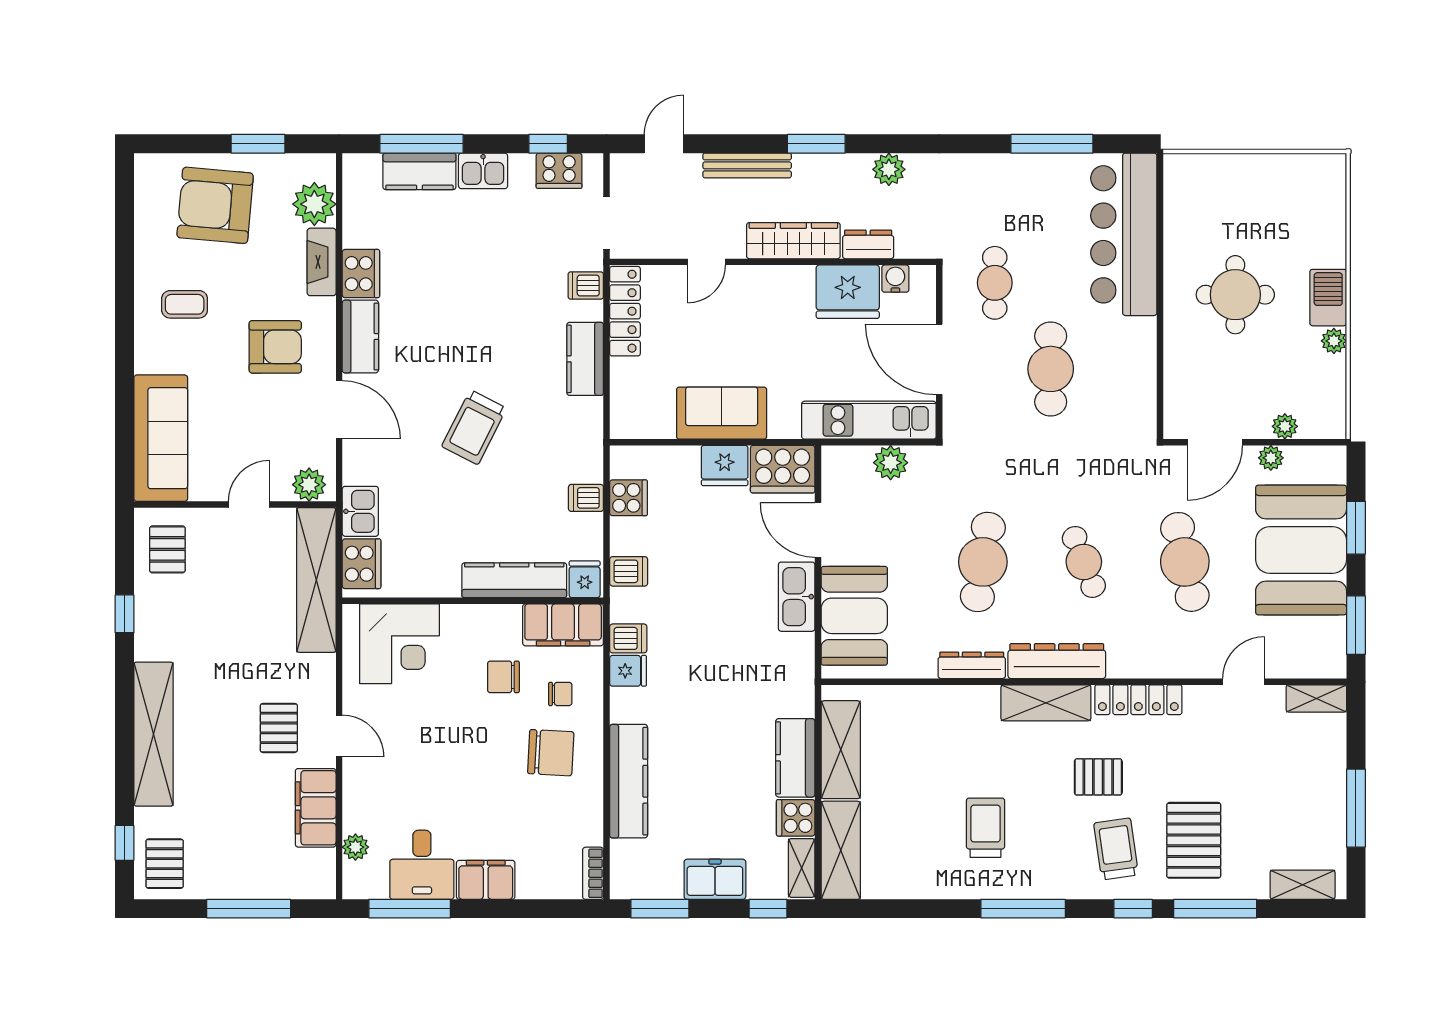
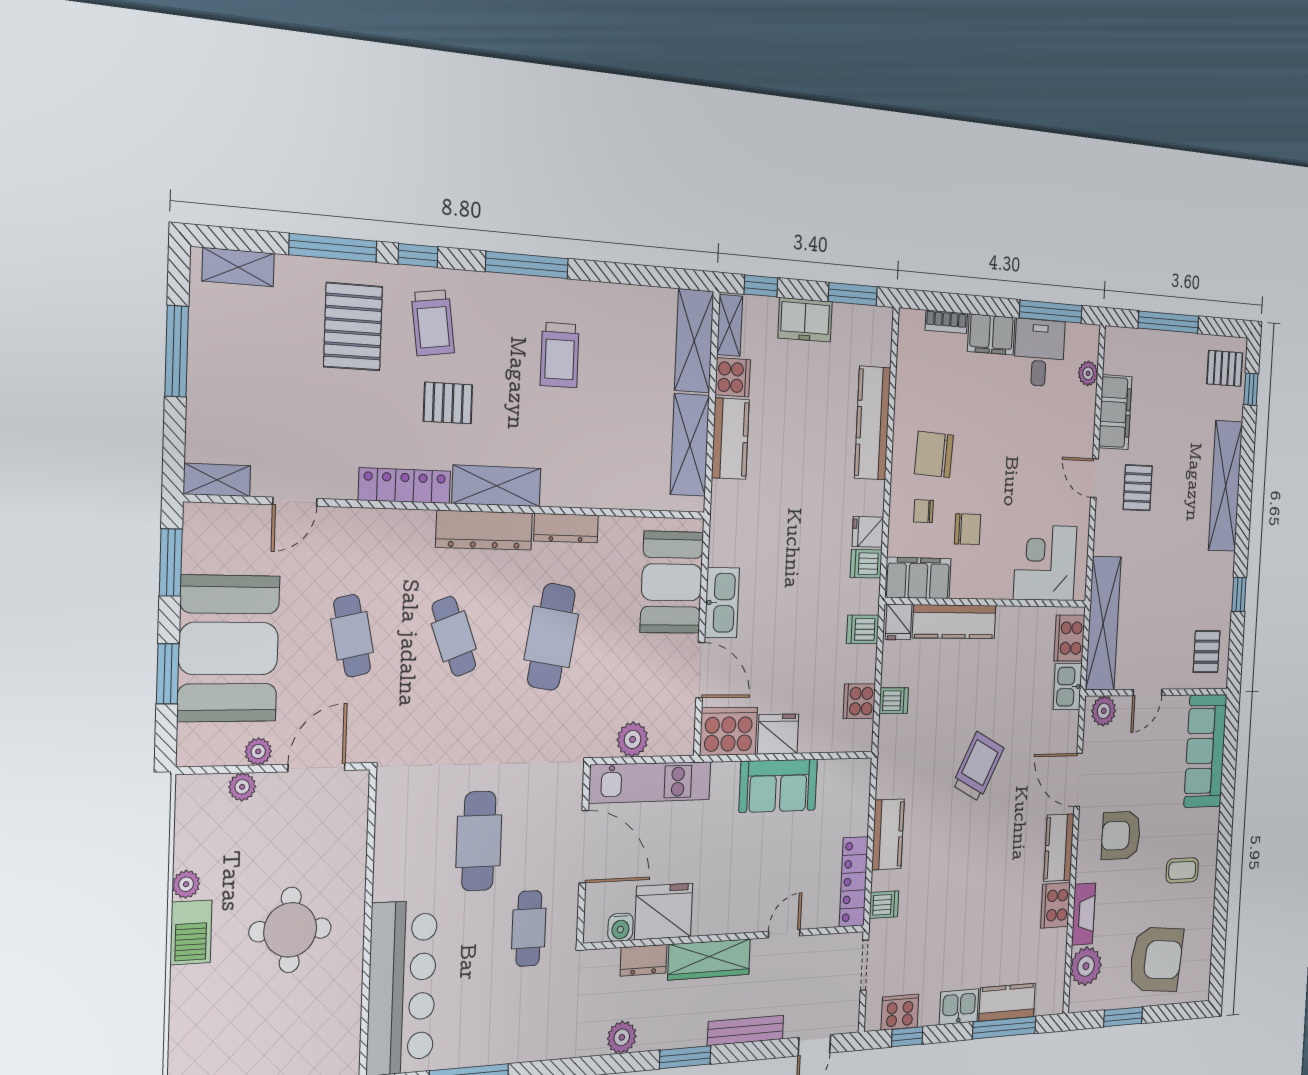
cafe table: (1185, 562) -> (352, 636), width x0.73, depth x0.74
pallet: (165, 864) -> (1225, 368), turned 90
bookcase: (593, 873) -> (946, 322), moved, turned 90

